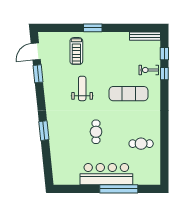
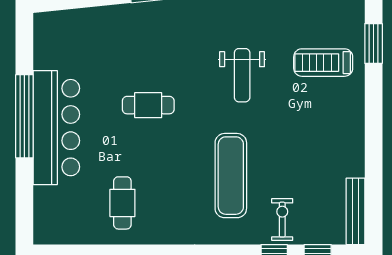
window: (93, 28) -> (374, 43), moved
weight bench: (82, 88) -> (242, 75), turned 90
window: (119, 189) -> (24, 116), moved

